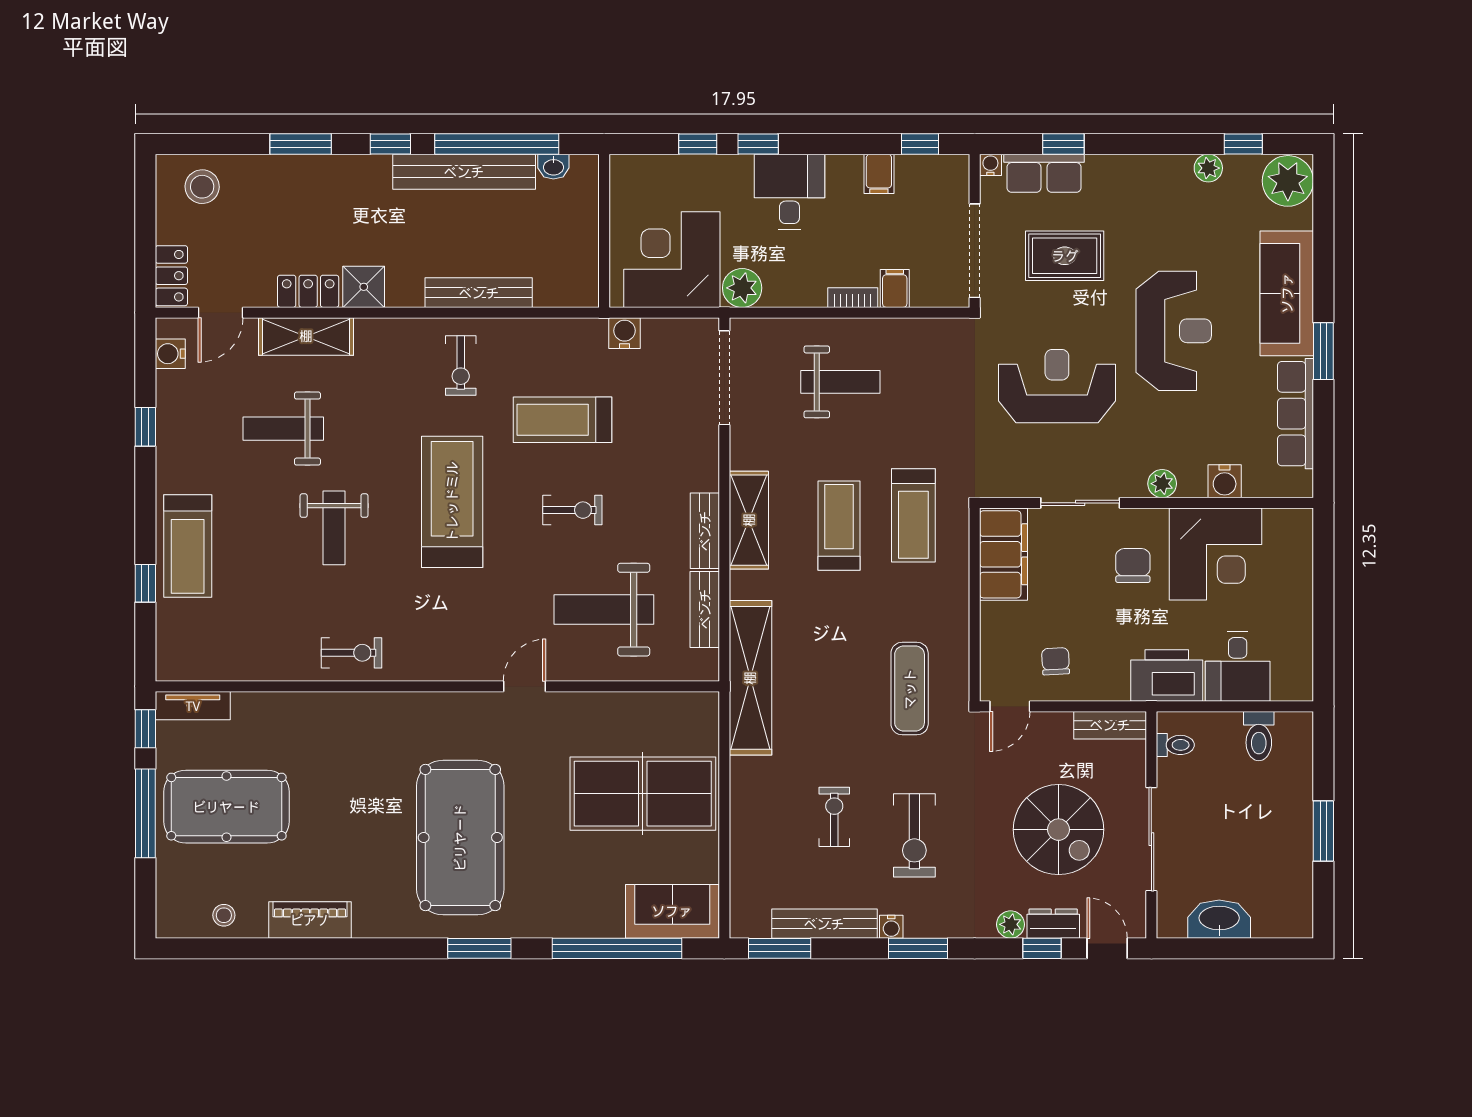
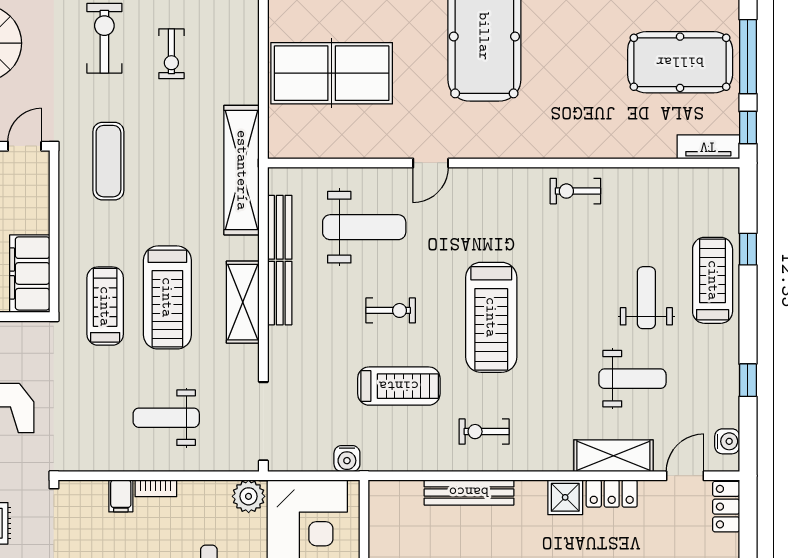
exercise bike: (461, 365) -> (484, 432), turned -90
exercise bike: (572, 510) -> (391, 310), turned 180
treadmill: (839, 526) -> (167, 297), width x1.37, depth x1.38
weight bench: (334, 528) -> (646, 298), moved

